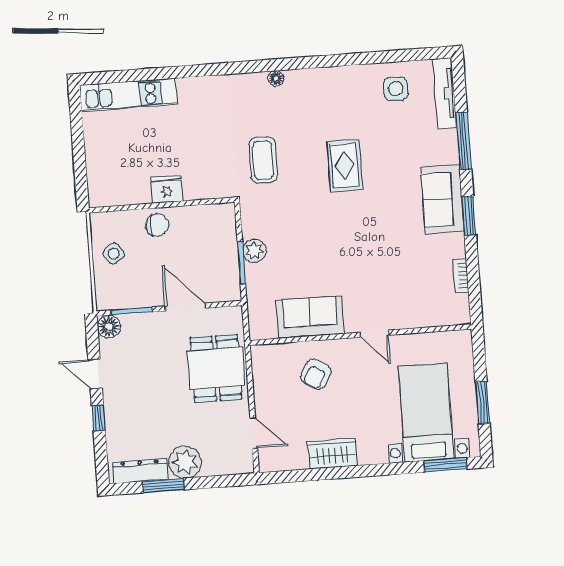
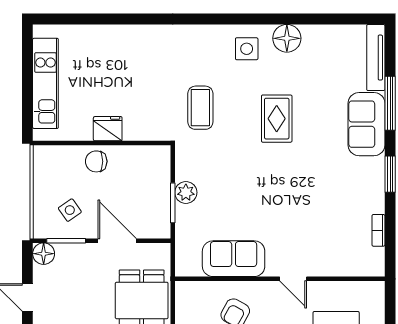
floor lamp: (276, 78) -> (287, 38), moved, width x1.89, depth x1.89
side table: (396, 89) -> (247, 49), moved
kitchen unit: (128, 95) -> (45, 83), moved, turned -90
sofa: (443, 199) -> (367, 124), moved
chair: (157, 225) -> (96, 161), turned 180
side table: (114, 254) -> (70, 210), moved

